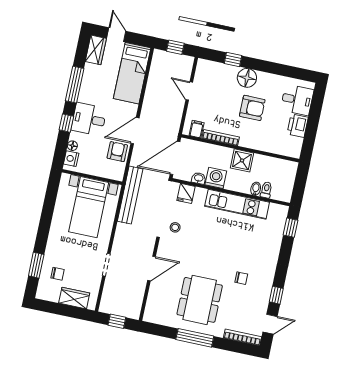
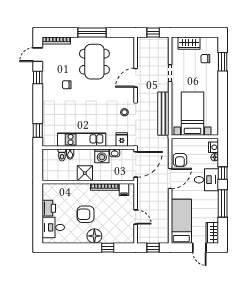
bench: (130, 195) -> (163, 114), moved

